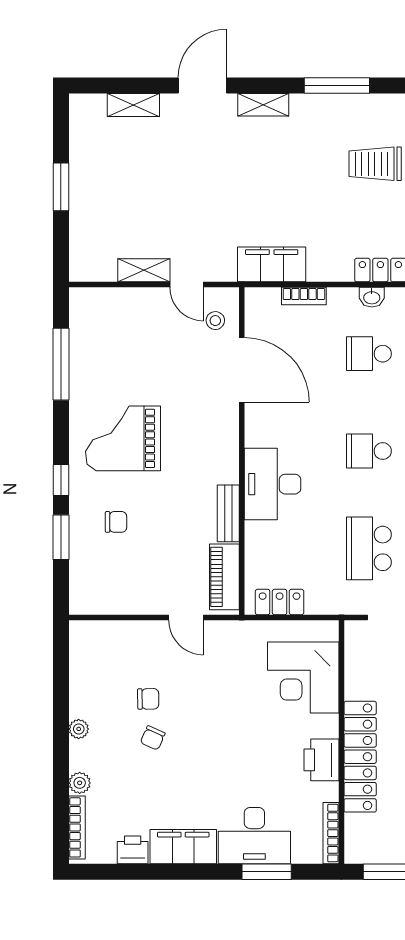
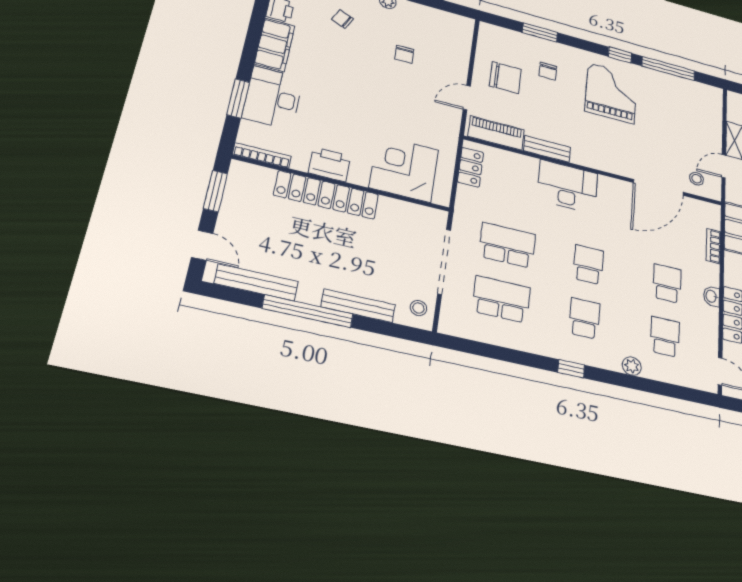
window: (61, 480) -> (620, 55), moved
chair: (143, 574) -> (505, 78), added
chair: (153, 738) -> (342, 19), moved

